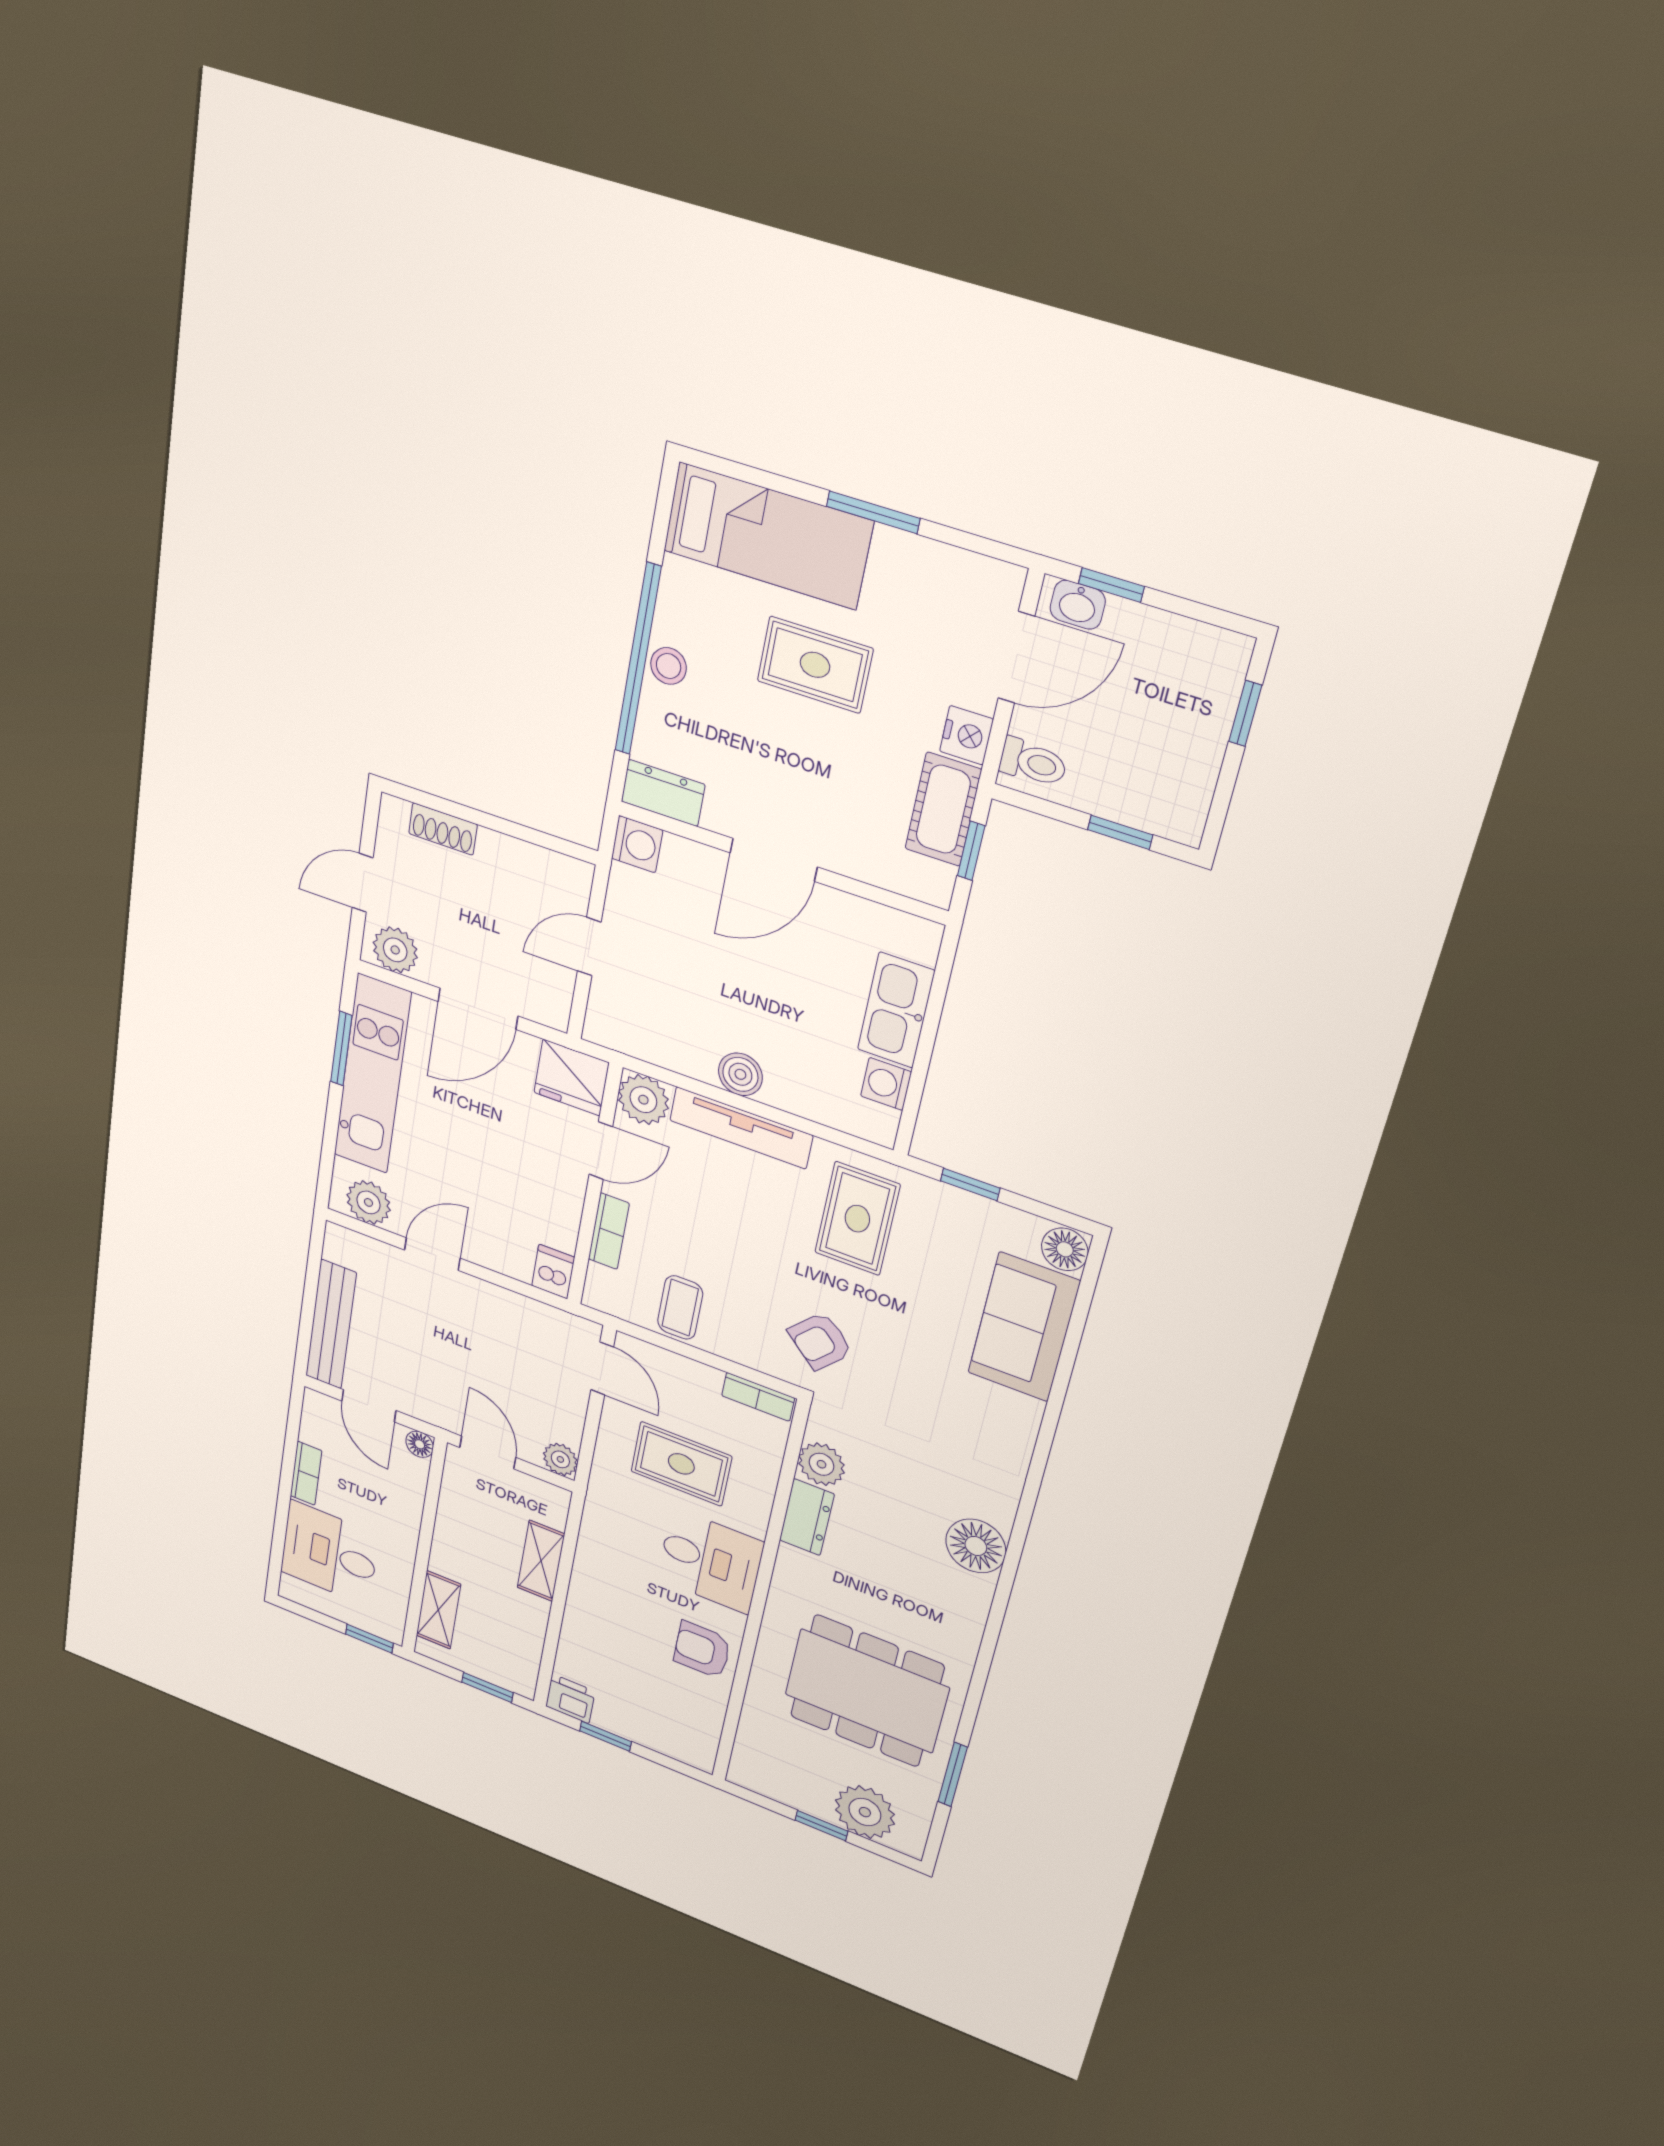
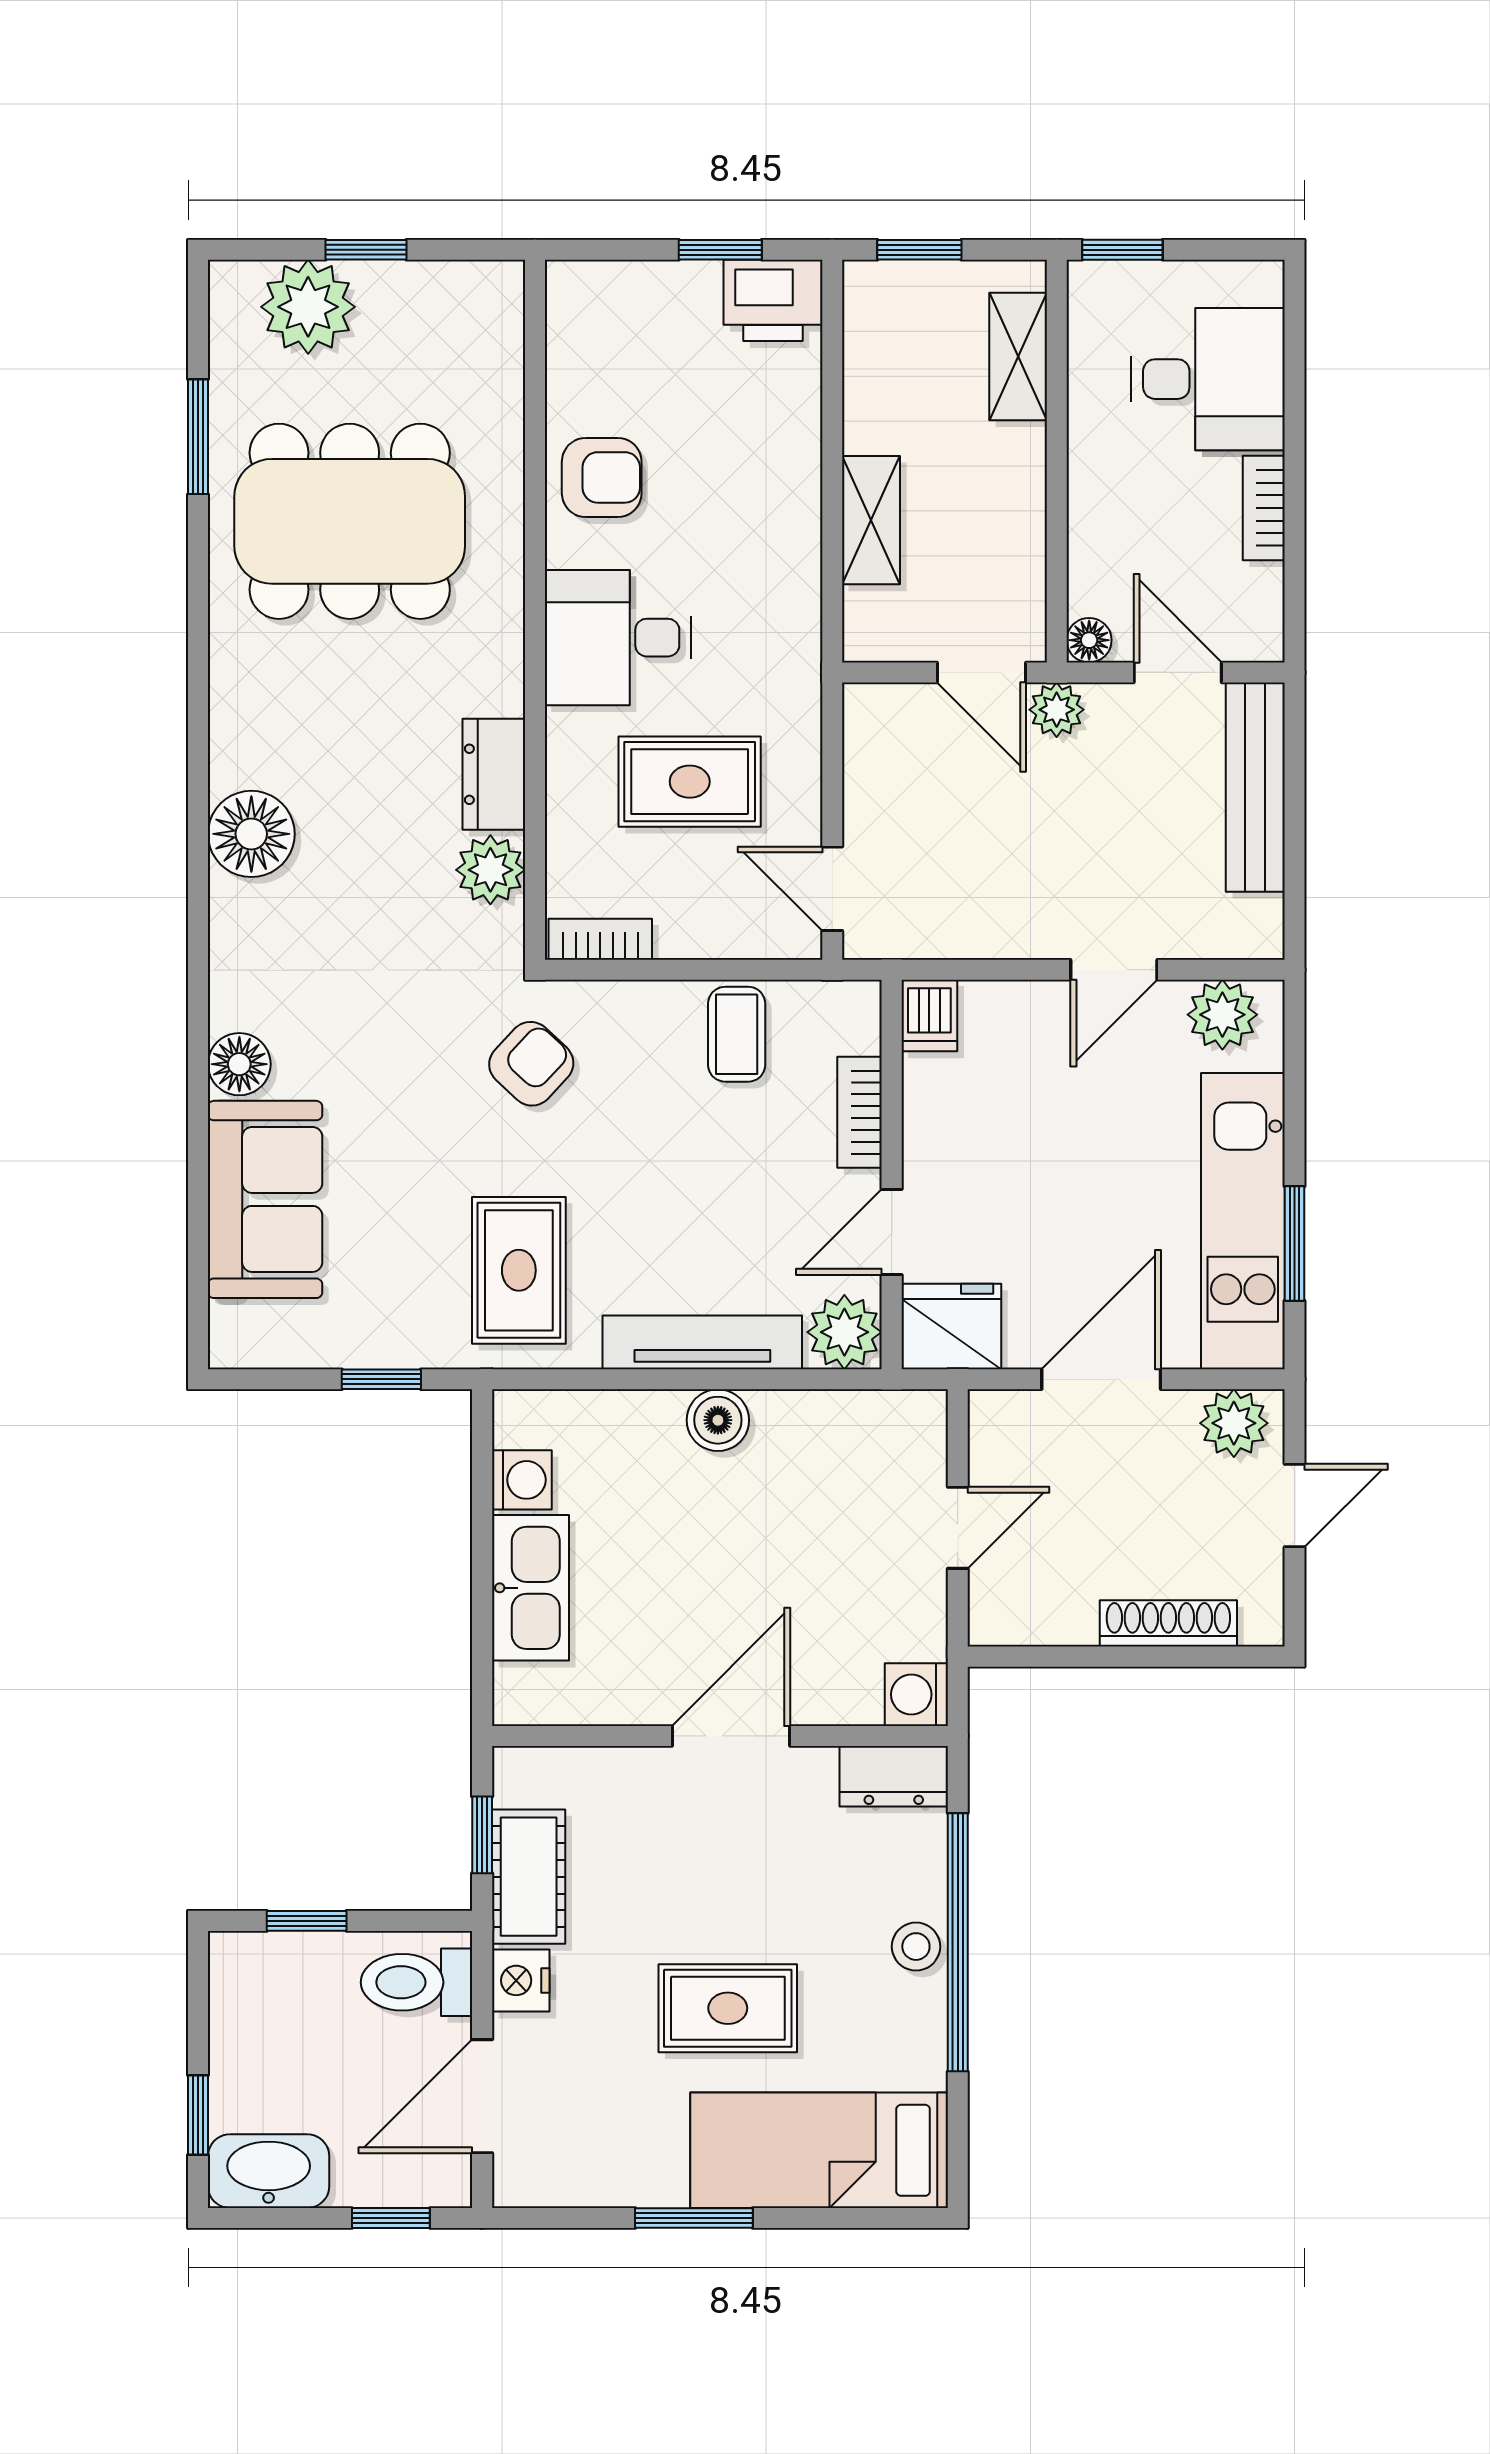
washbasin: (1078, 605) -> (269, 2171), moved, width x1.91, depth x1.45
toilet: (1033, 762) -> (417, 1982), width x1.37, depth x1.39
shoe rack: (443, 829) -> (1168, 1623), width x1.43
floor lamp: (1065, 1249) -> (239, 1064), moved
plant: (560, 1459) -> (1057, 710), moved
printer: (570, 1699) -> (773, 300), width x1.36, depth x1.24

